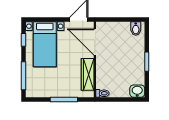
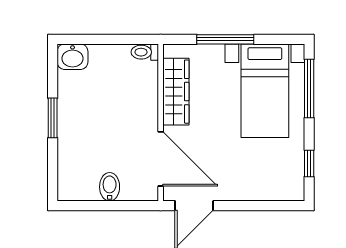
bidet: (136, 29) -> (110, 187), moved
bed with nightstands: (45, 44) -> (265, 91), moved, turned 180

